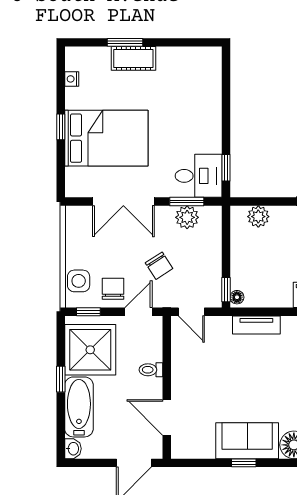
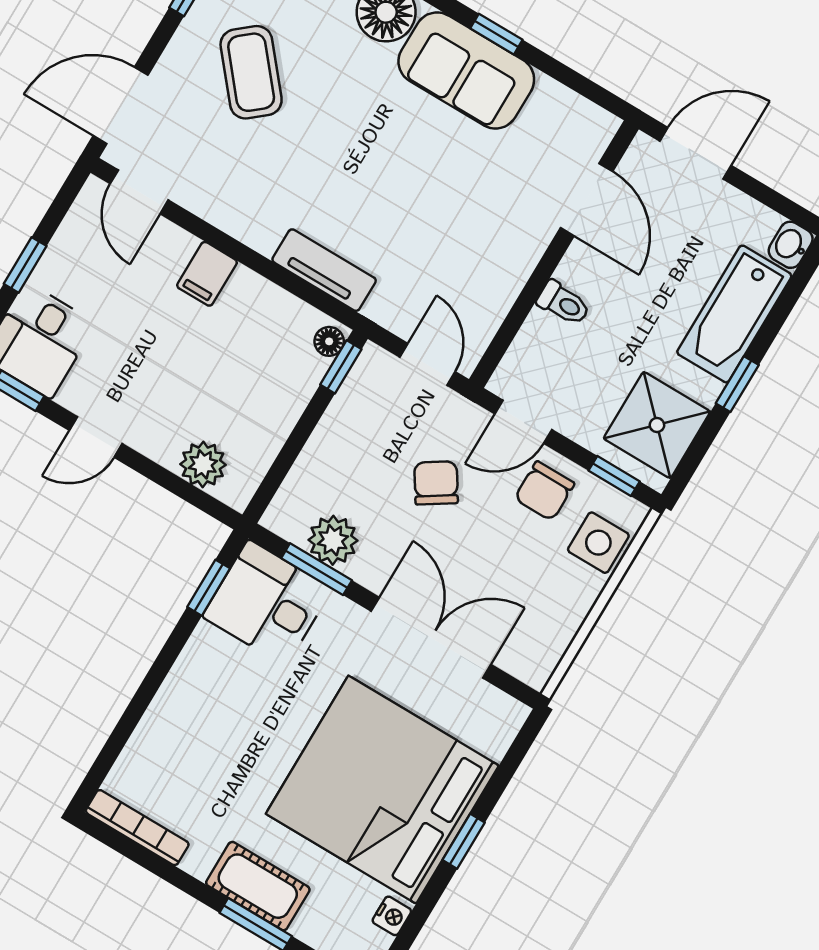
bookcase: (197, 53) -> (137, 828), added
bed: (106, 138) -> (382, 790), width x1.36
shower: (90, 350) -> (657, 425), width x0.73, depth x0.73

